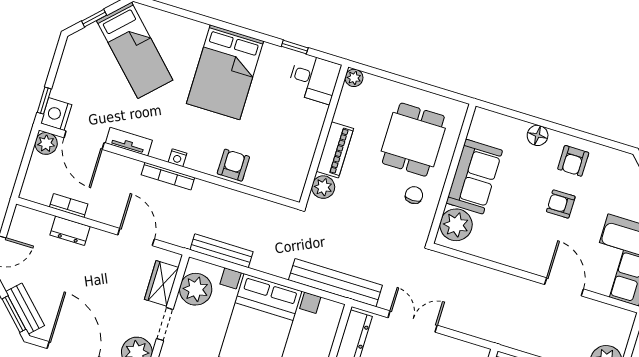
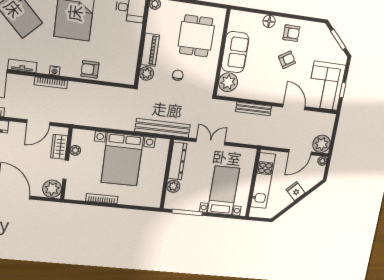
armchair: (573, 161) -> (291, 33), turned -90
armchair: (233, 165) -> (90, 69), turned -90
chair: (414, 195) -> (178, 75), moved
armchair: (561, 204) -> (287, 60), turned 148
door: (136, 237) -> (38, 122), swing flipped
bench: (221, 251) -> (254, 109), moved
plant: (196, 289) -> (75, 150), width x0.53, depth x0.53

